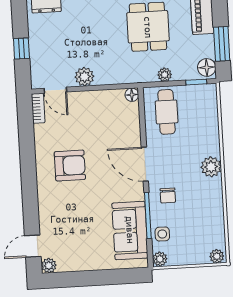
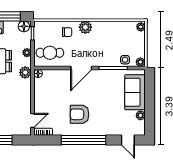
plant: (84, 77) -> (25, 72), moved
armchair: (70, 166) -> (80, 114), turned -90
window: (29, 174) -> (83, 140), added
chair: (168, 195) -> (67, 32), moved
sofa: (130, 230) -> (135, 92), moved, turned 90
plant: (49, 266) -> (140, 115), moved

